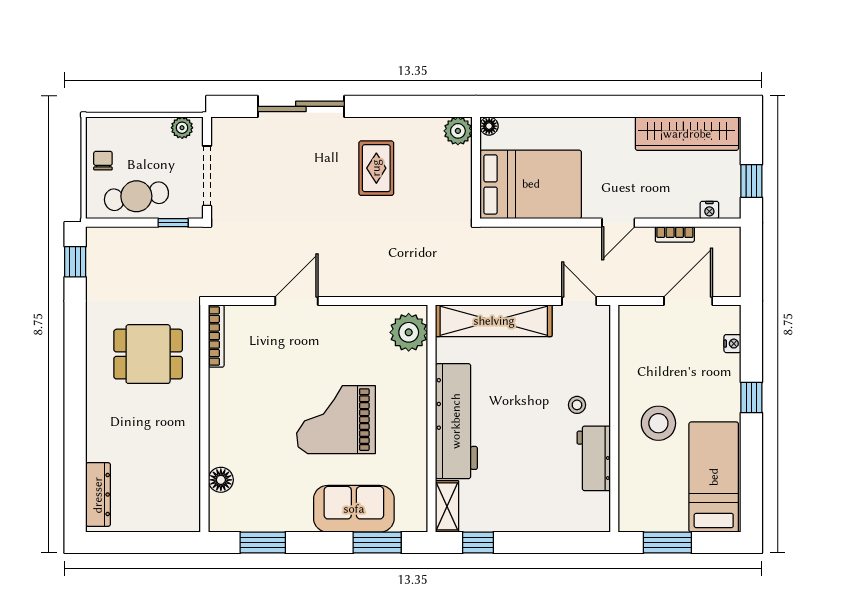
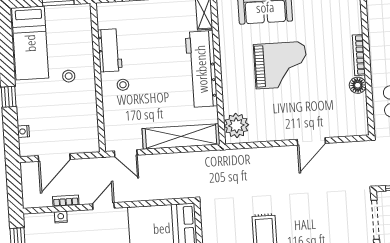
nightstand: (709, 210) -> (61, 217), moved
bookcase: (216, 336) -> (359, 55), moved
stool: (658, 423) -> (69, 76), width x0.53, depth x0.53
floor lamp: (221, 480) -> (358, 85), moved

